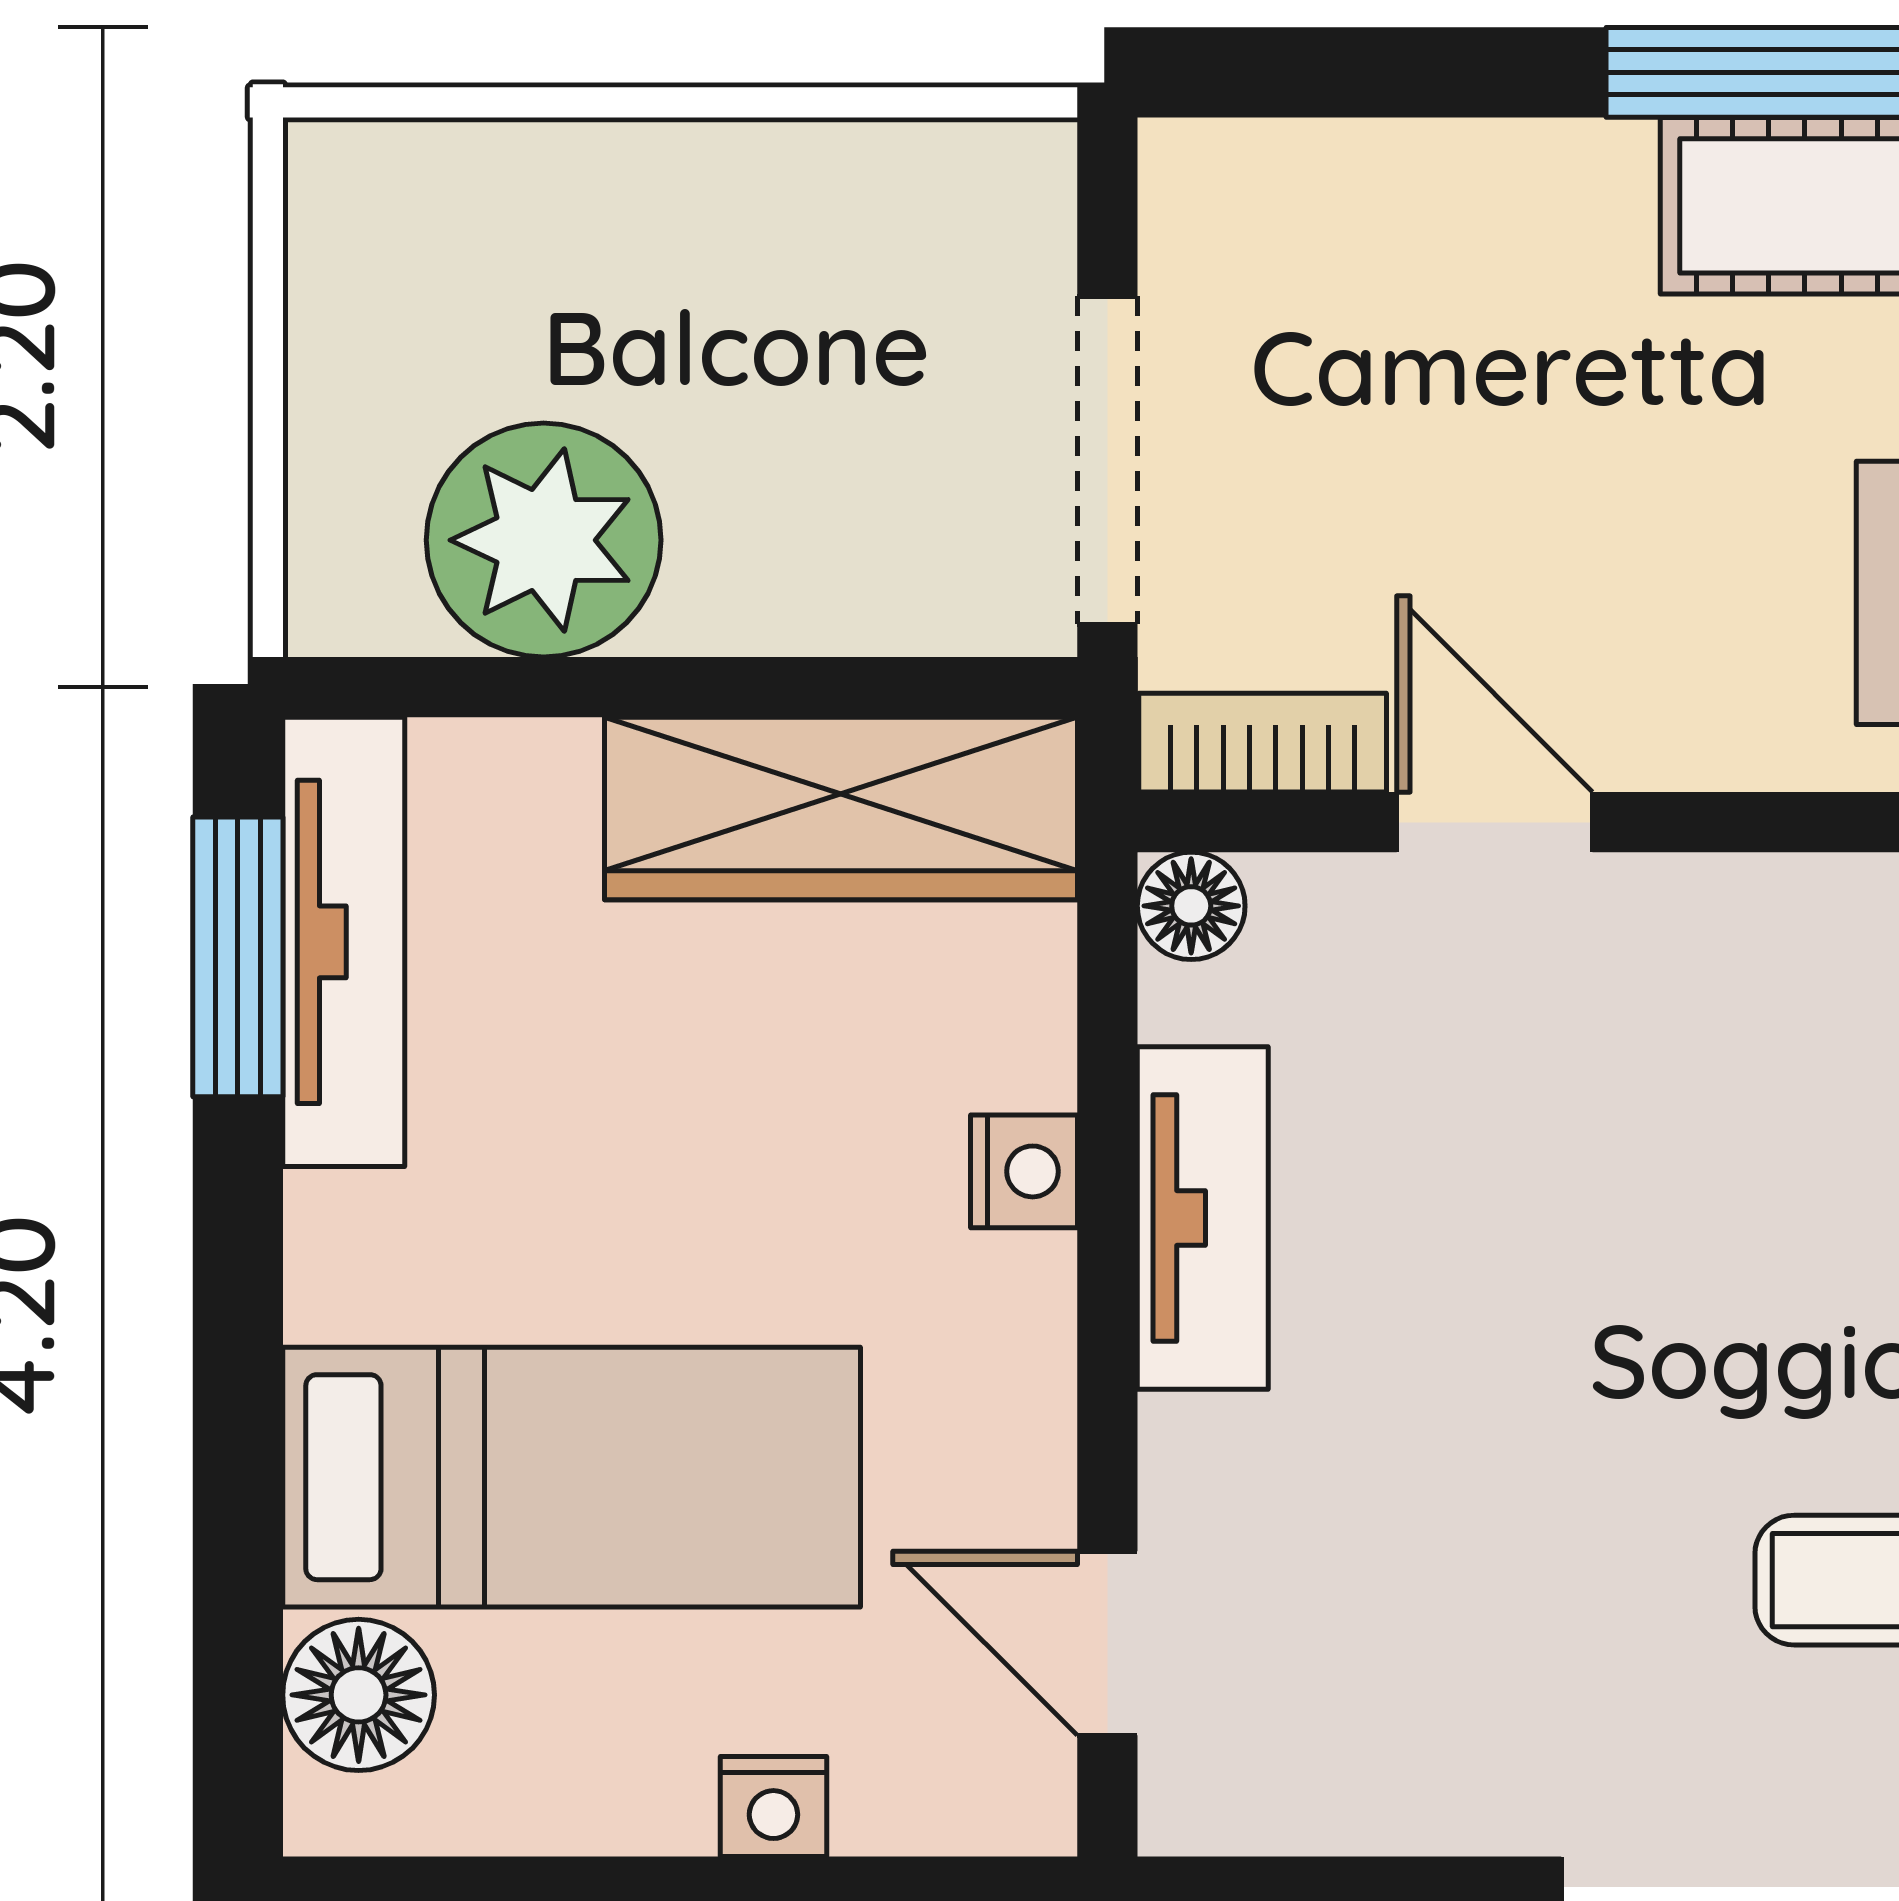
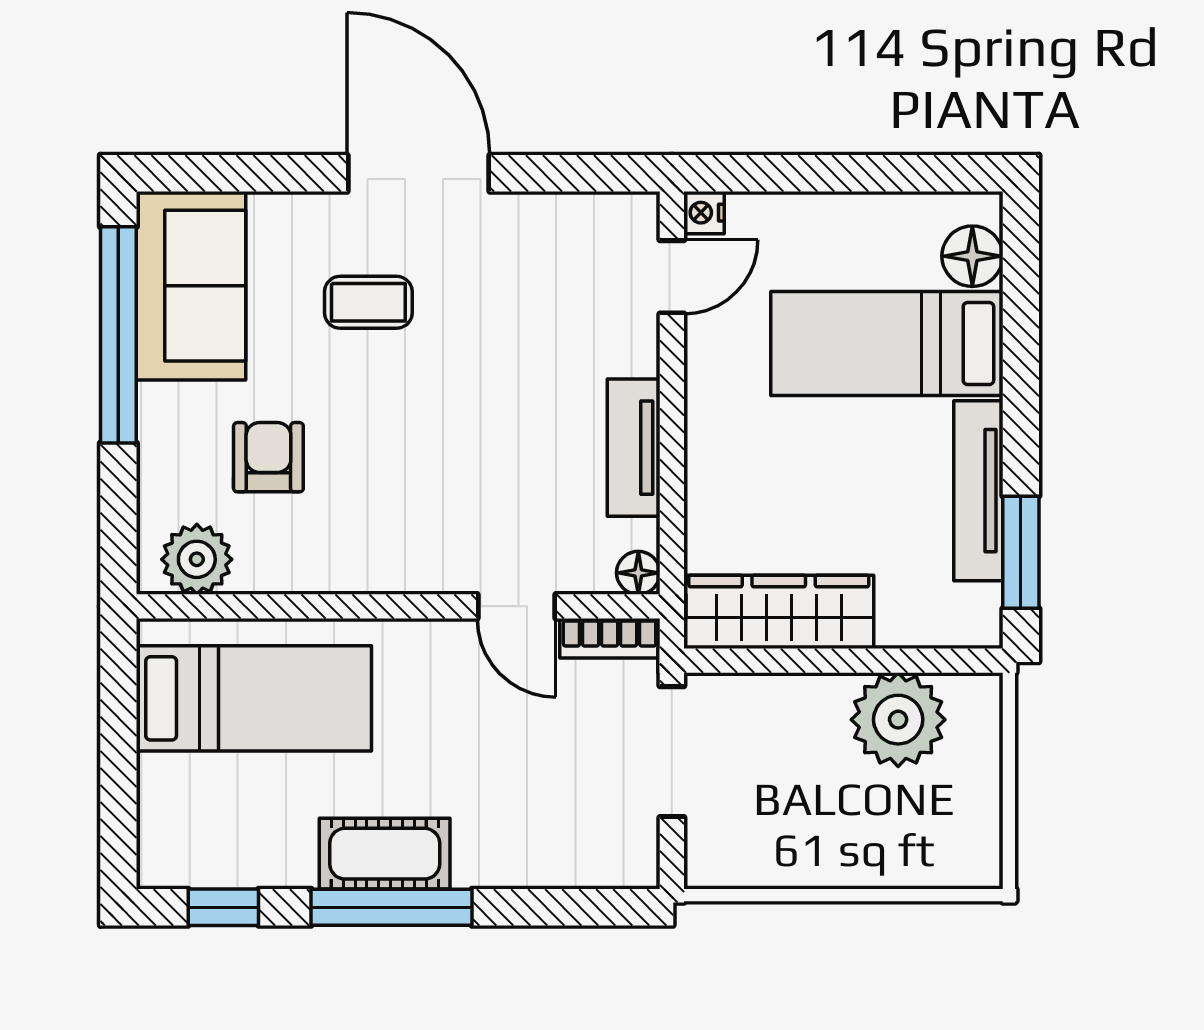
tv unit: (344, 942) -> (978, 491), moved
nightstand: (1024, 1171) -> (705, 466), removed
door: (1107, 1643) -> (672, 277), hinge flipped
nightstand: (773, 1806) -> (704, 213), moved, turned -90

